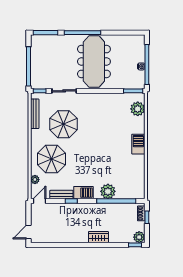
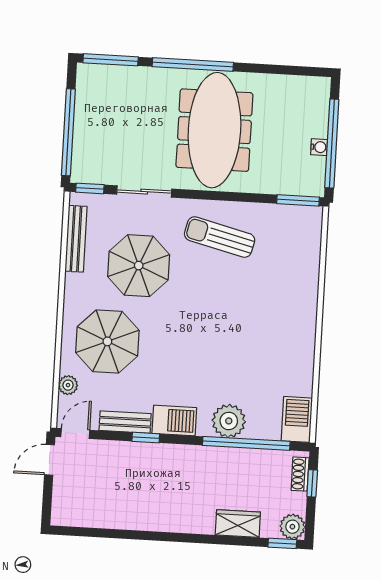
sun lounger: (99, 109) -> (220, 237), added
plant: (138, 109) -> (306, 241), removed
barbecue: (138, 144) -> (297, 419), moved
door: (29, 232) -> (49, 460), moved
wardrobe: (98, 237) -> (238, 523), moved

